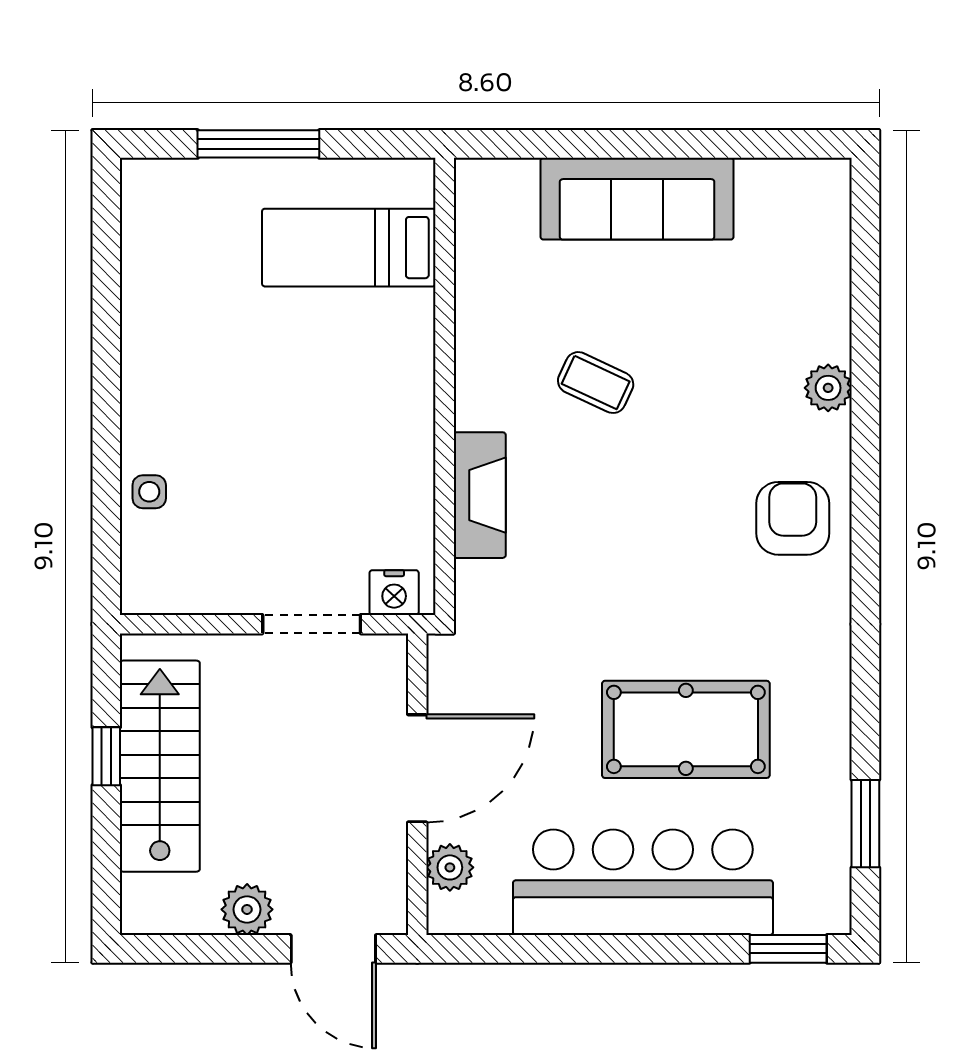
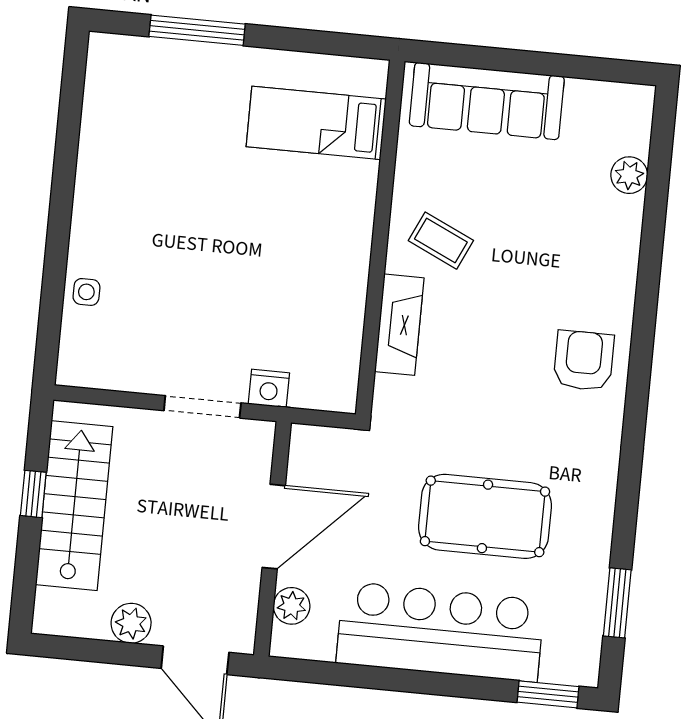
bed: (349, 248) -> (316, 123), moved
wall: (445, 386) -> (380, 238), moved
plant: (828, 388) -> (629, 175), moved
fireplace: (480, 495) -> (399, 325), moved

